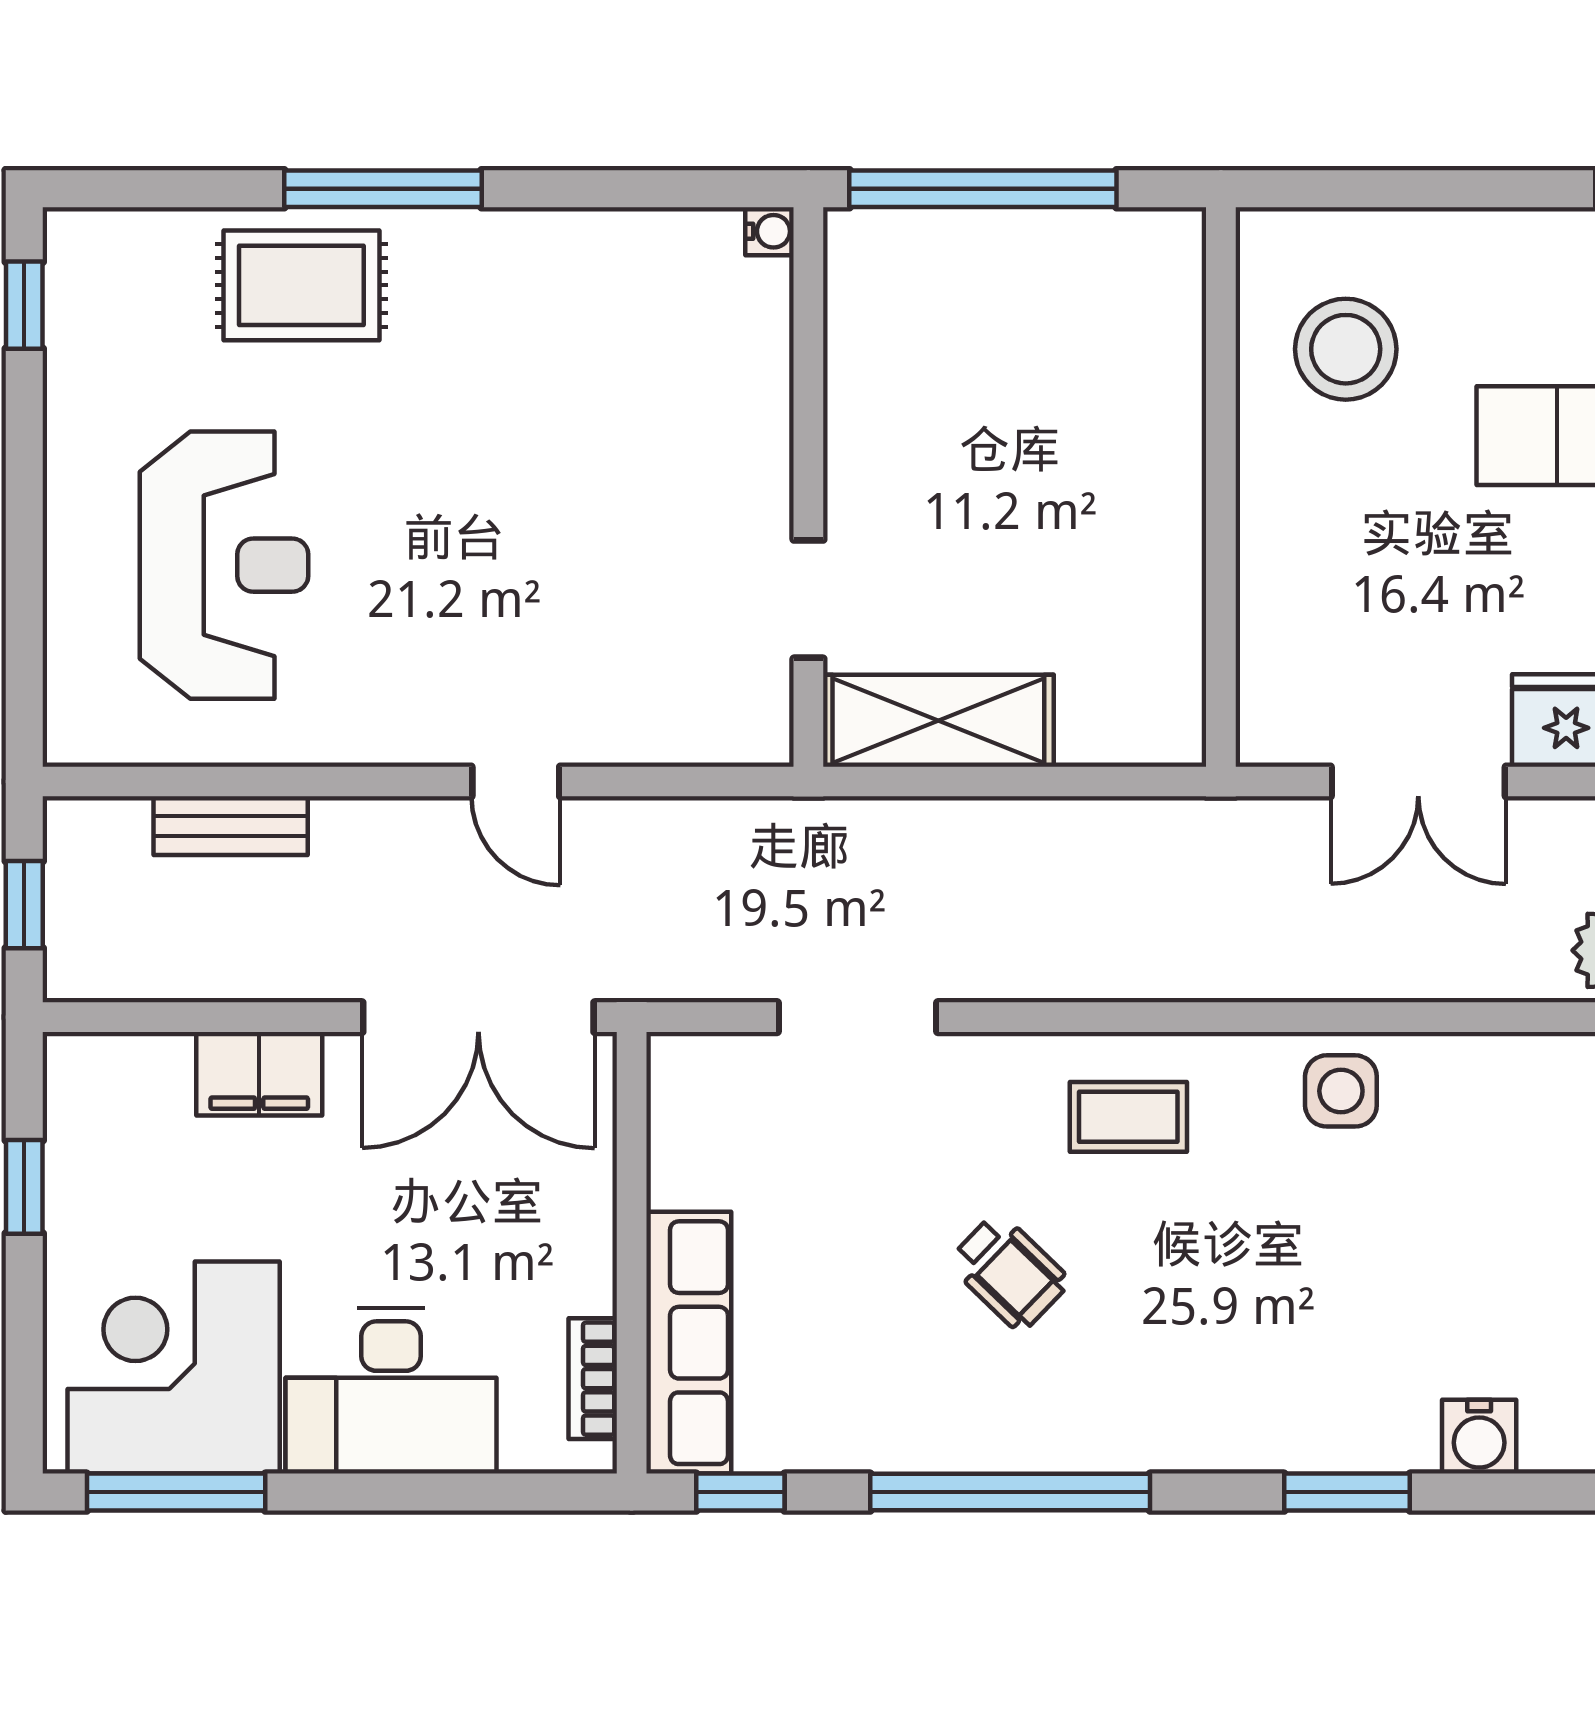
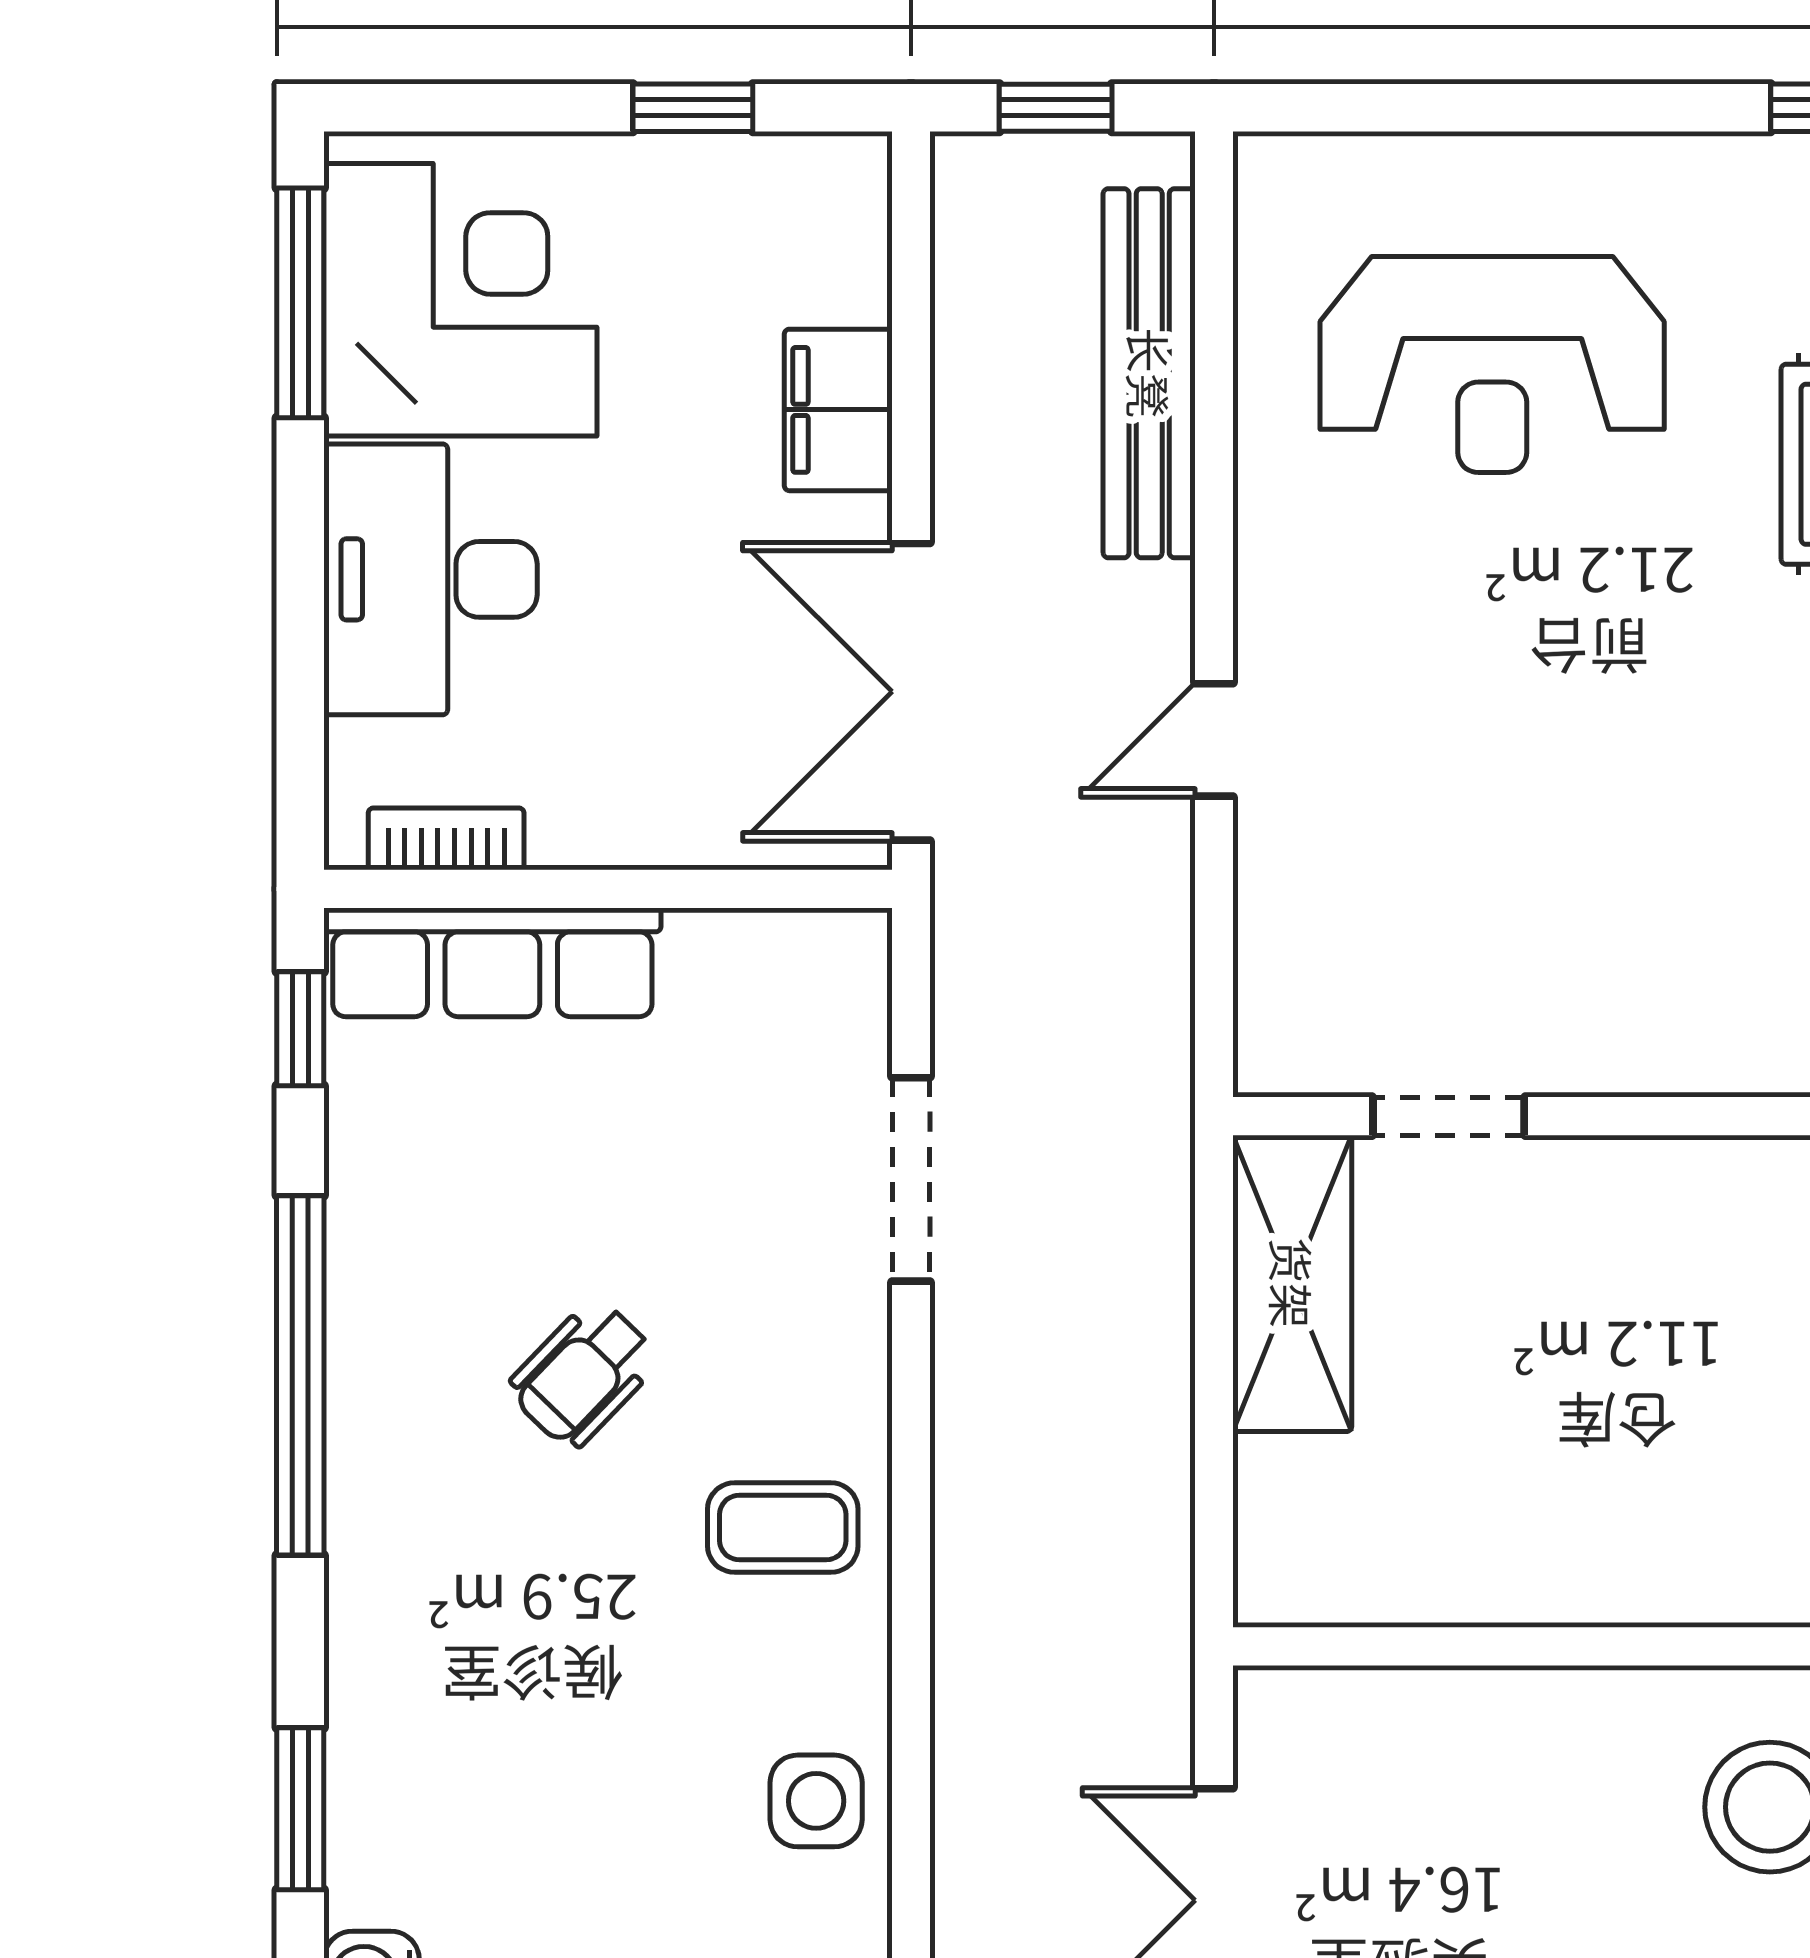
bench: (231, 826) -> (1149, 373), width x1.86, depth x1.21
coffee table: (1128, 1117) -> (783, 1528), turned 90

